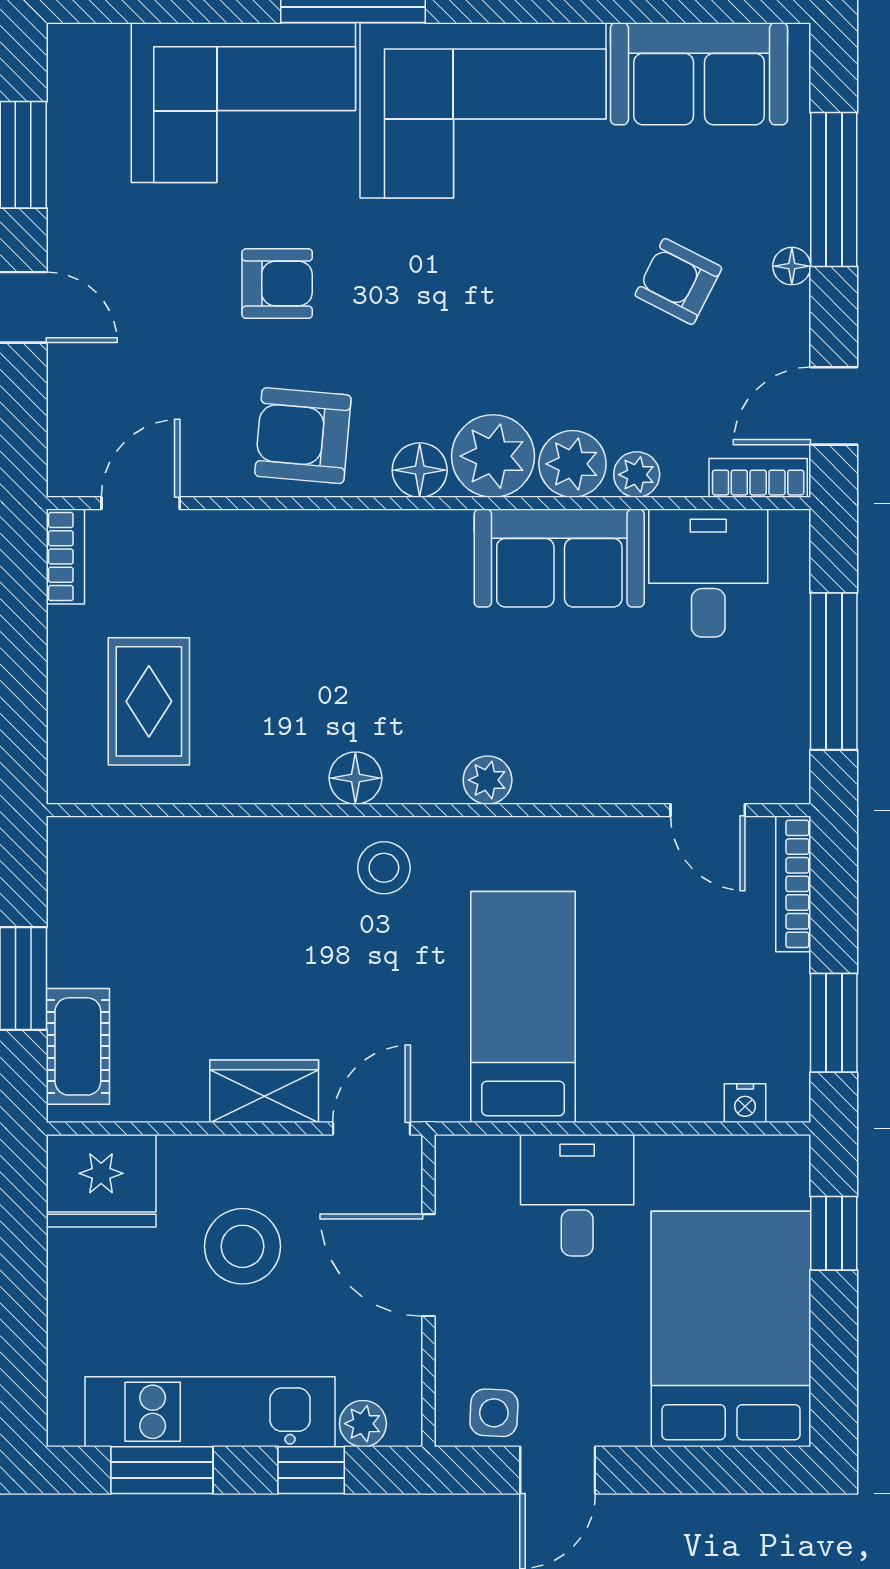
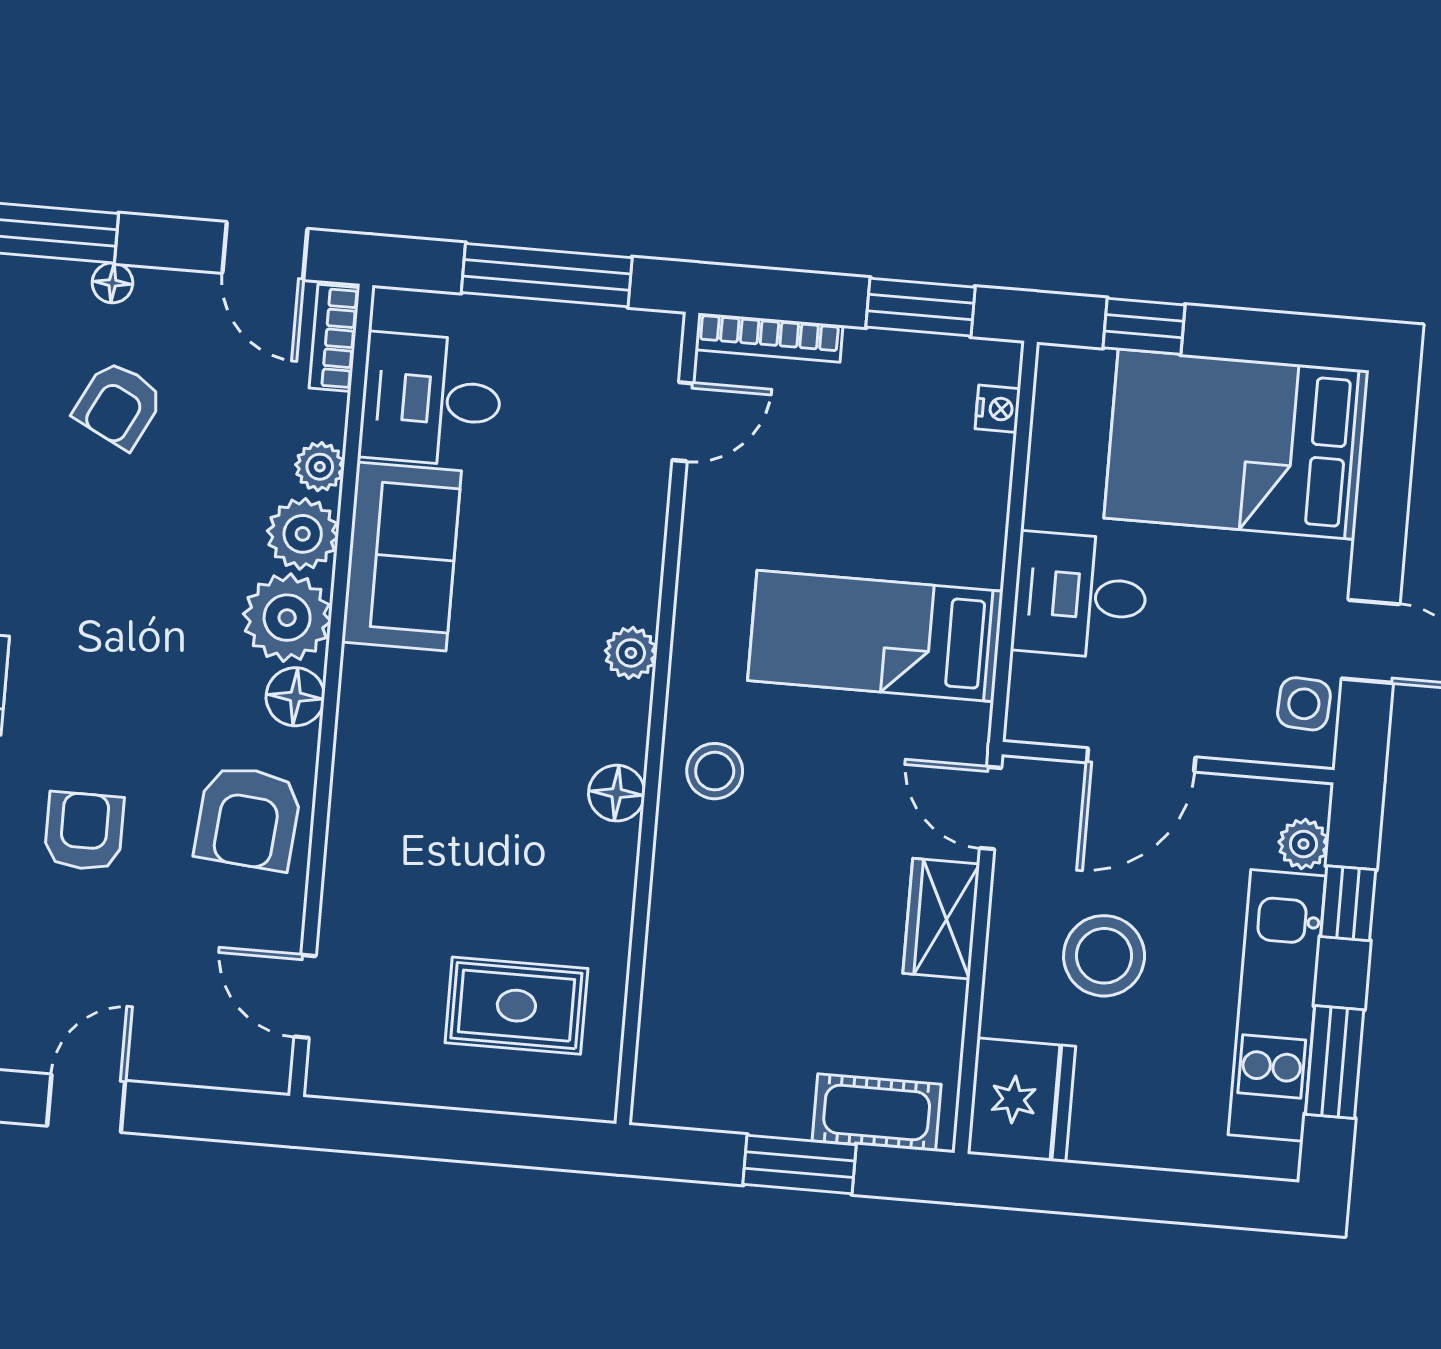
bookcase: (65, 557) -> (355, 1081), removed

